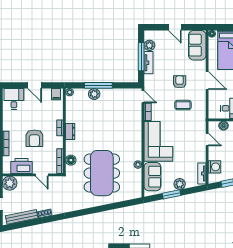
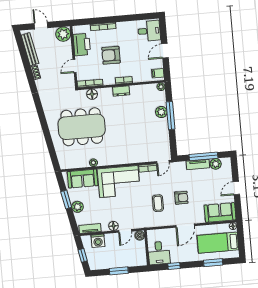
boiler: (224, 126) -> (140, 236), moved
floor lamp: (201, 150) -> (113, 226), added

